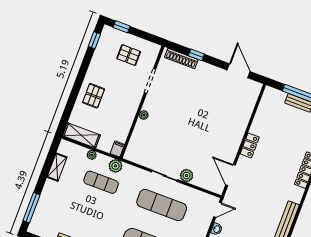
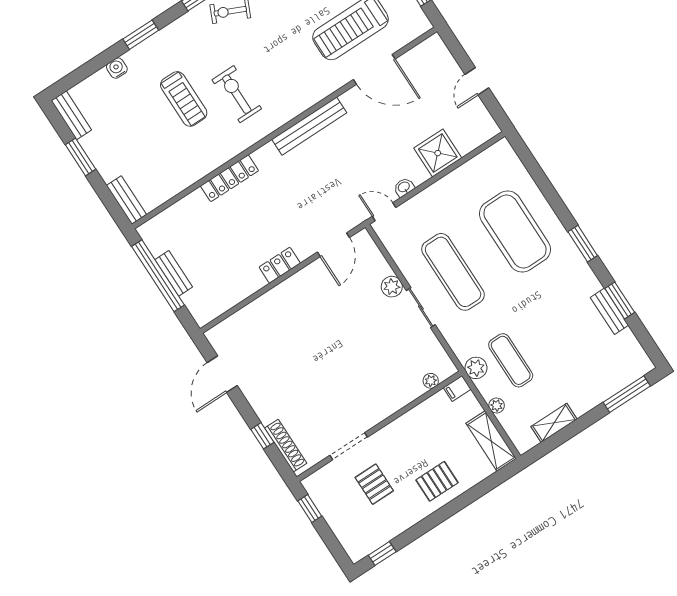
window: (122, 27) -> (310, 509), moved
pallet: (129, 55) -> (374, 484), moved
plant: (144, 115) -> (431, 381), moved

